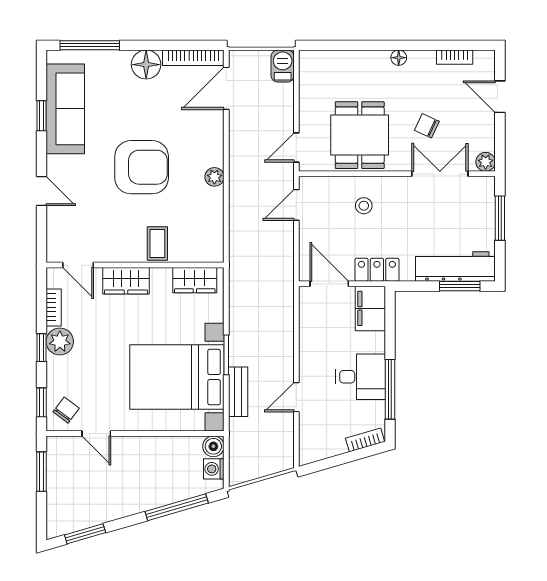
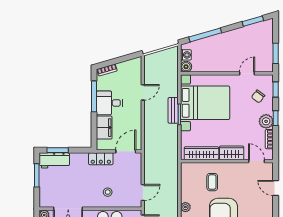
door: (41, 191) -> (276, 188), moved
window: (500, 218) -> (37, 175), moved
coffee table: (157, 244) -> (212, 182), moved
workbench: (455, 266) -> (54, 160), width x0.73
wardrobe: (195, 280) -> (201, 153), width x1.50
door: (329, 284) -> (126, 151), swing flipped
filing cabinet: (370, 308) -> (104, 128), moved
bench: (238, 392) -> (173, 110), moved
chair: (66, 410) -> (258, 96), moved
door: (96, 433) -> (247, 73), hinge flipped

